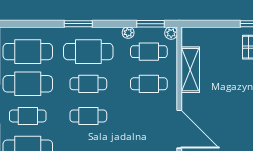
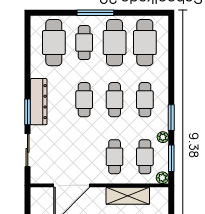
window: (78, 24) -> (171, 118), moved
cafe table: (88, 52) -> (145, 100), width x0.73, depth x0.74

